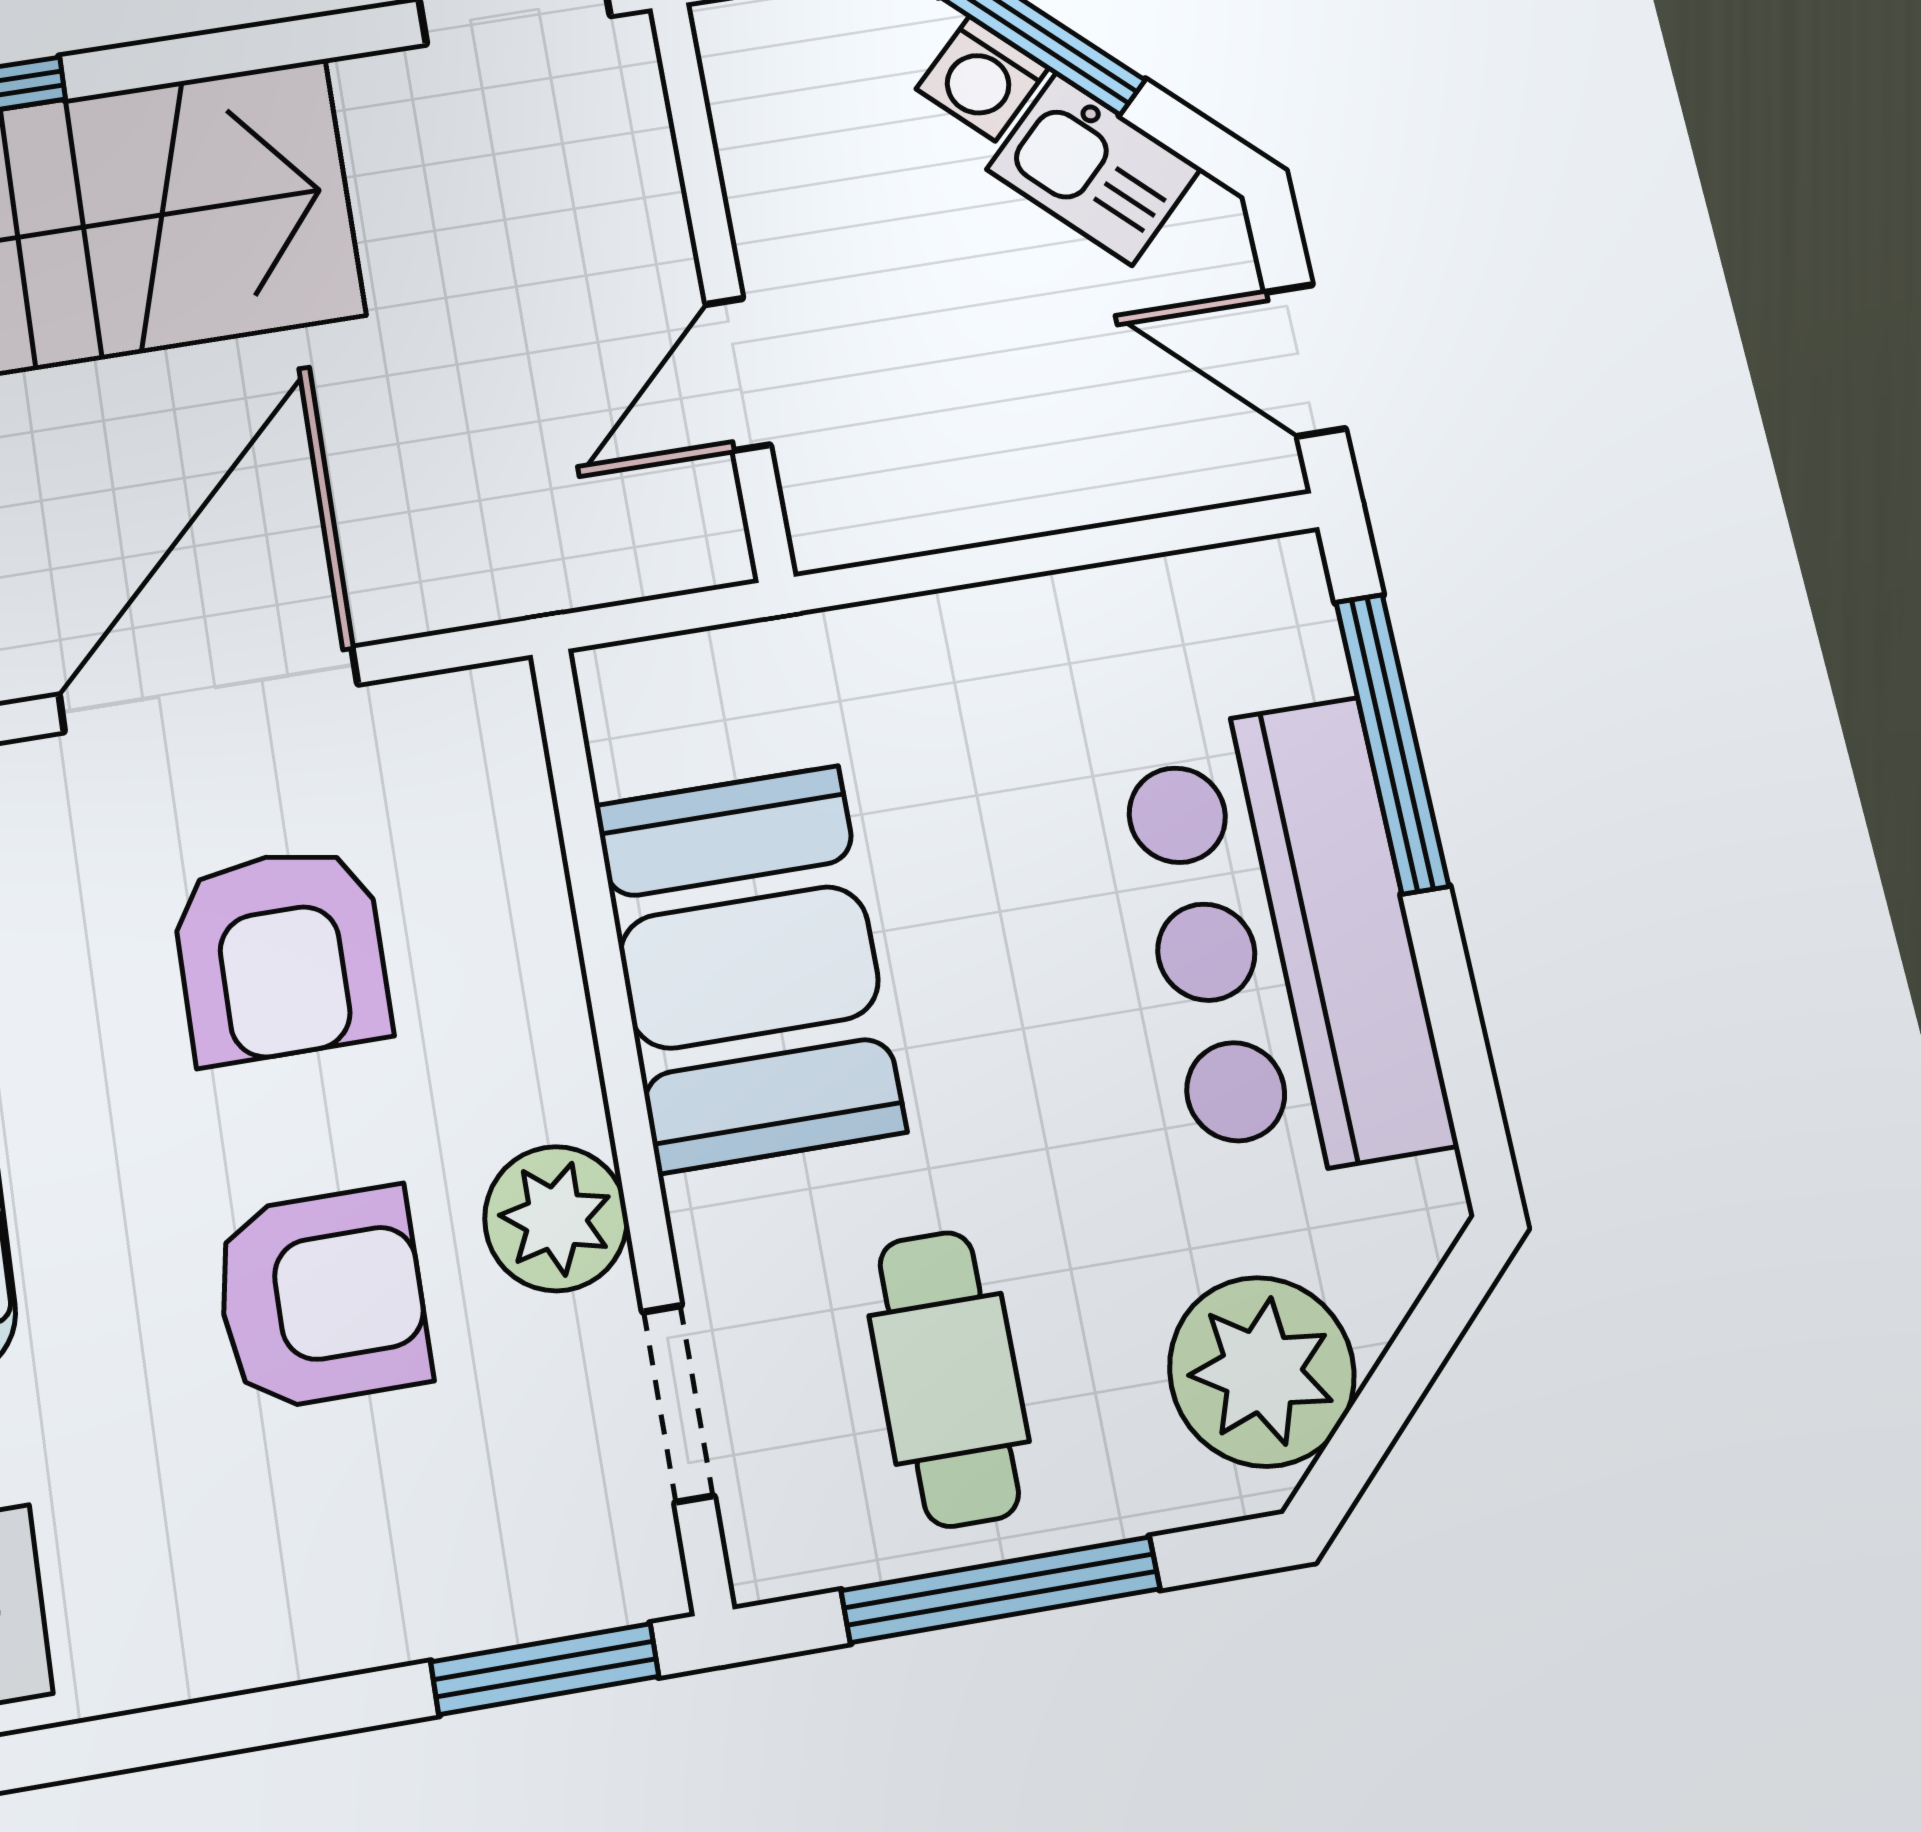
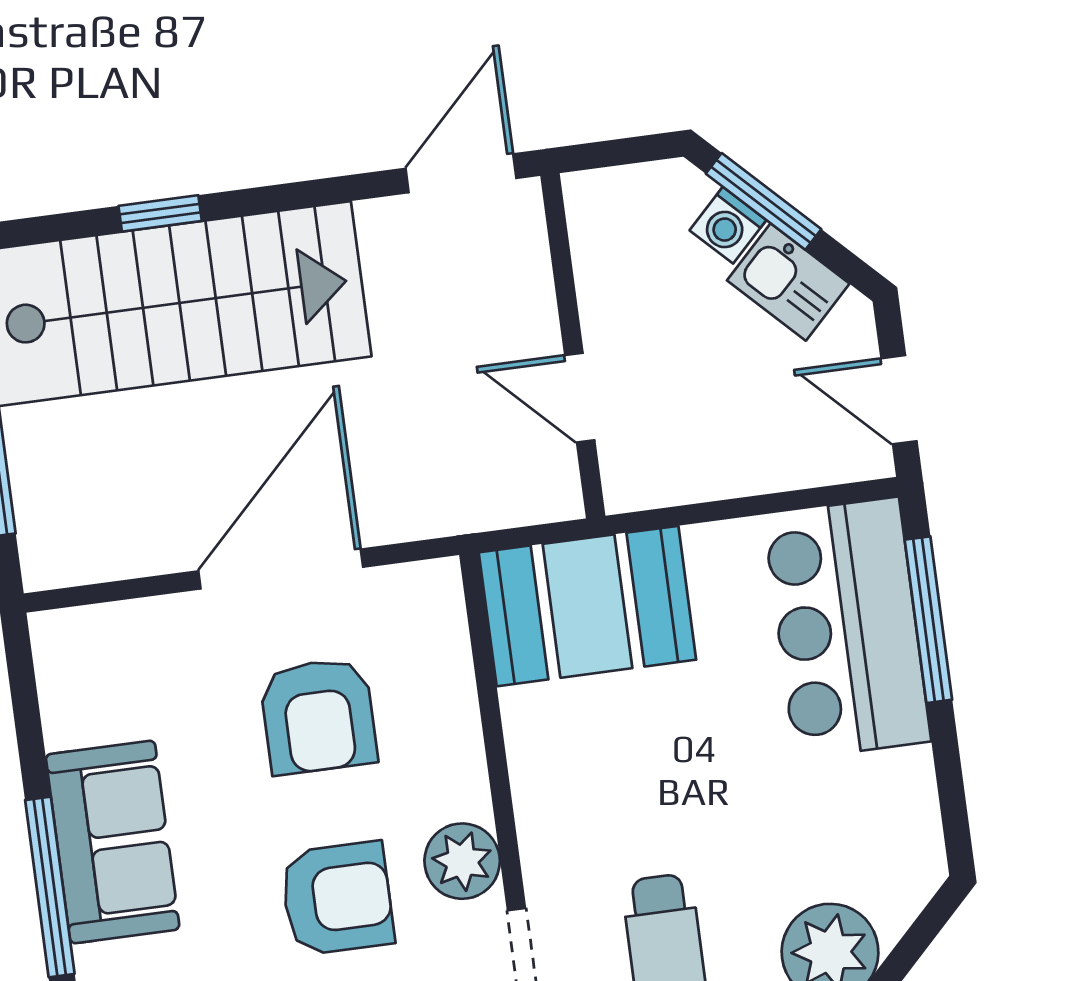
door: (738, 374) -> (580, 398), hinge flipped
bar counter: (1283, 939) -> (847, 628), moved
booth: (749, 967) -> (587, 606), moved, turned 90

